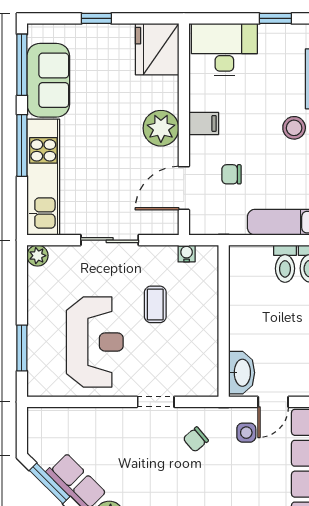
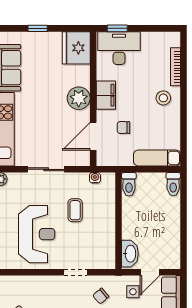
window: (275, 18) -> (117, 28), moved
filing cabinet: (204, 123) -> (106, 95), width x2.00
toilet: (285, 264) -> (129, 184), moved

